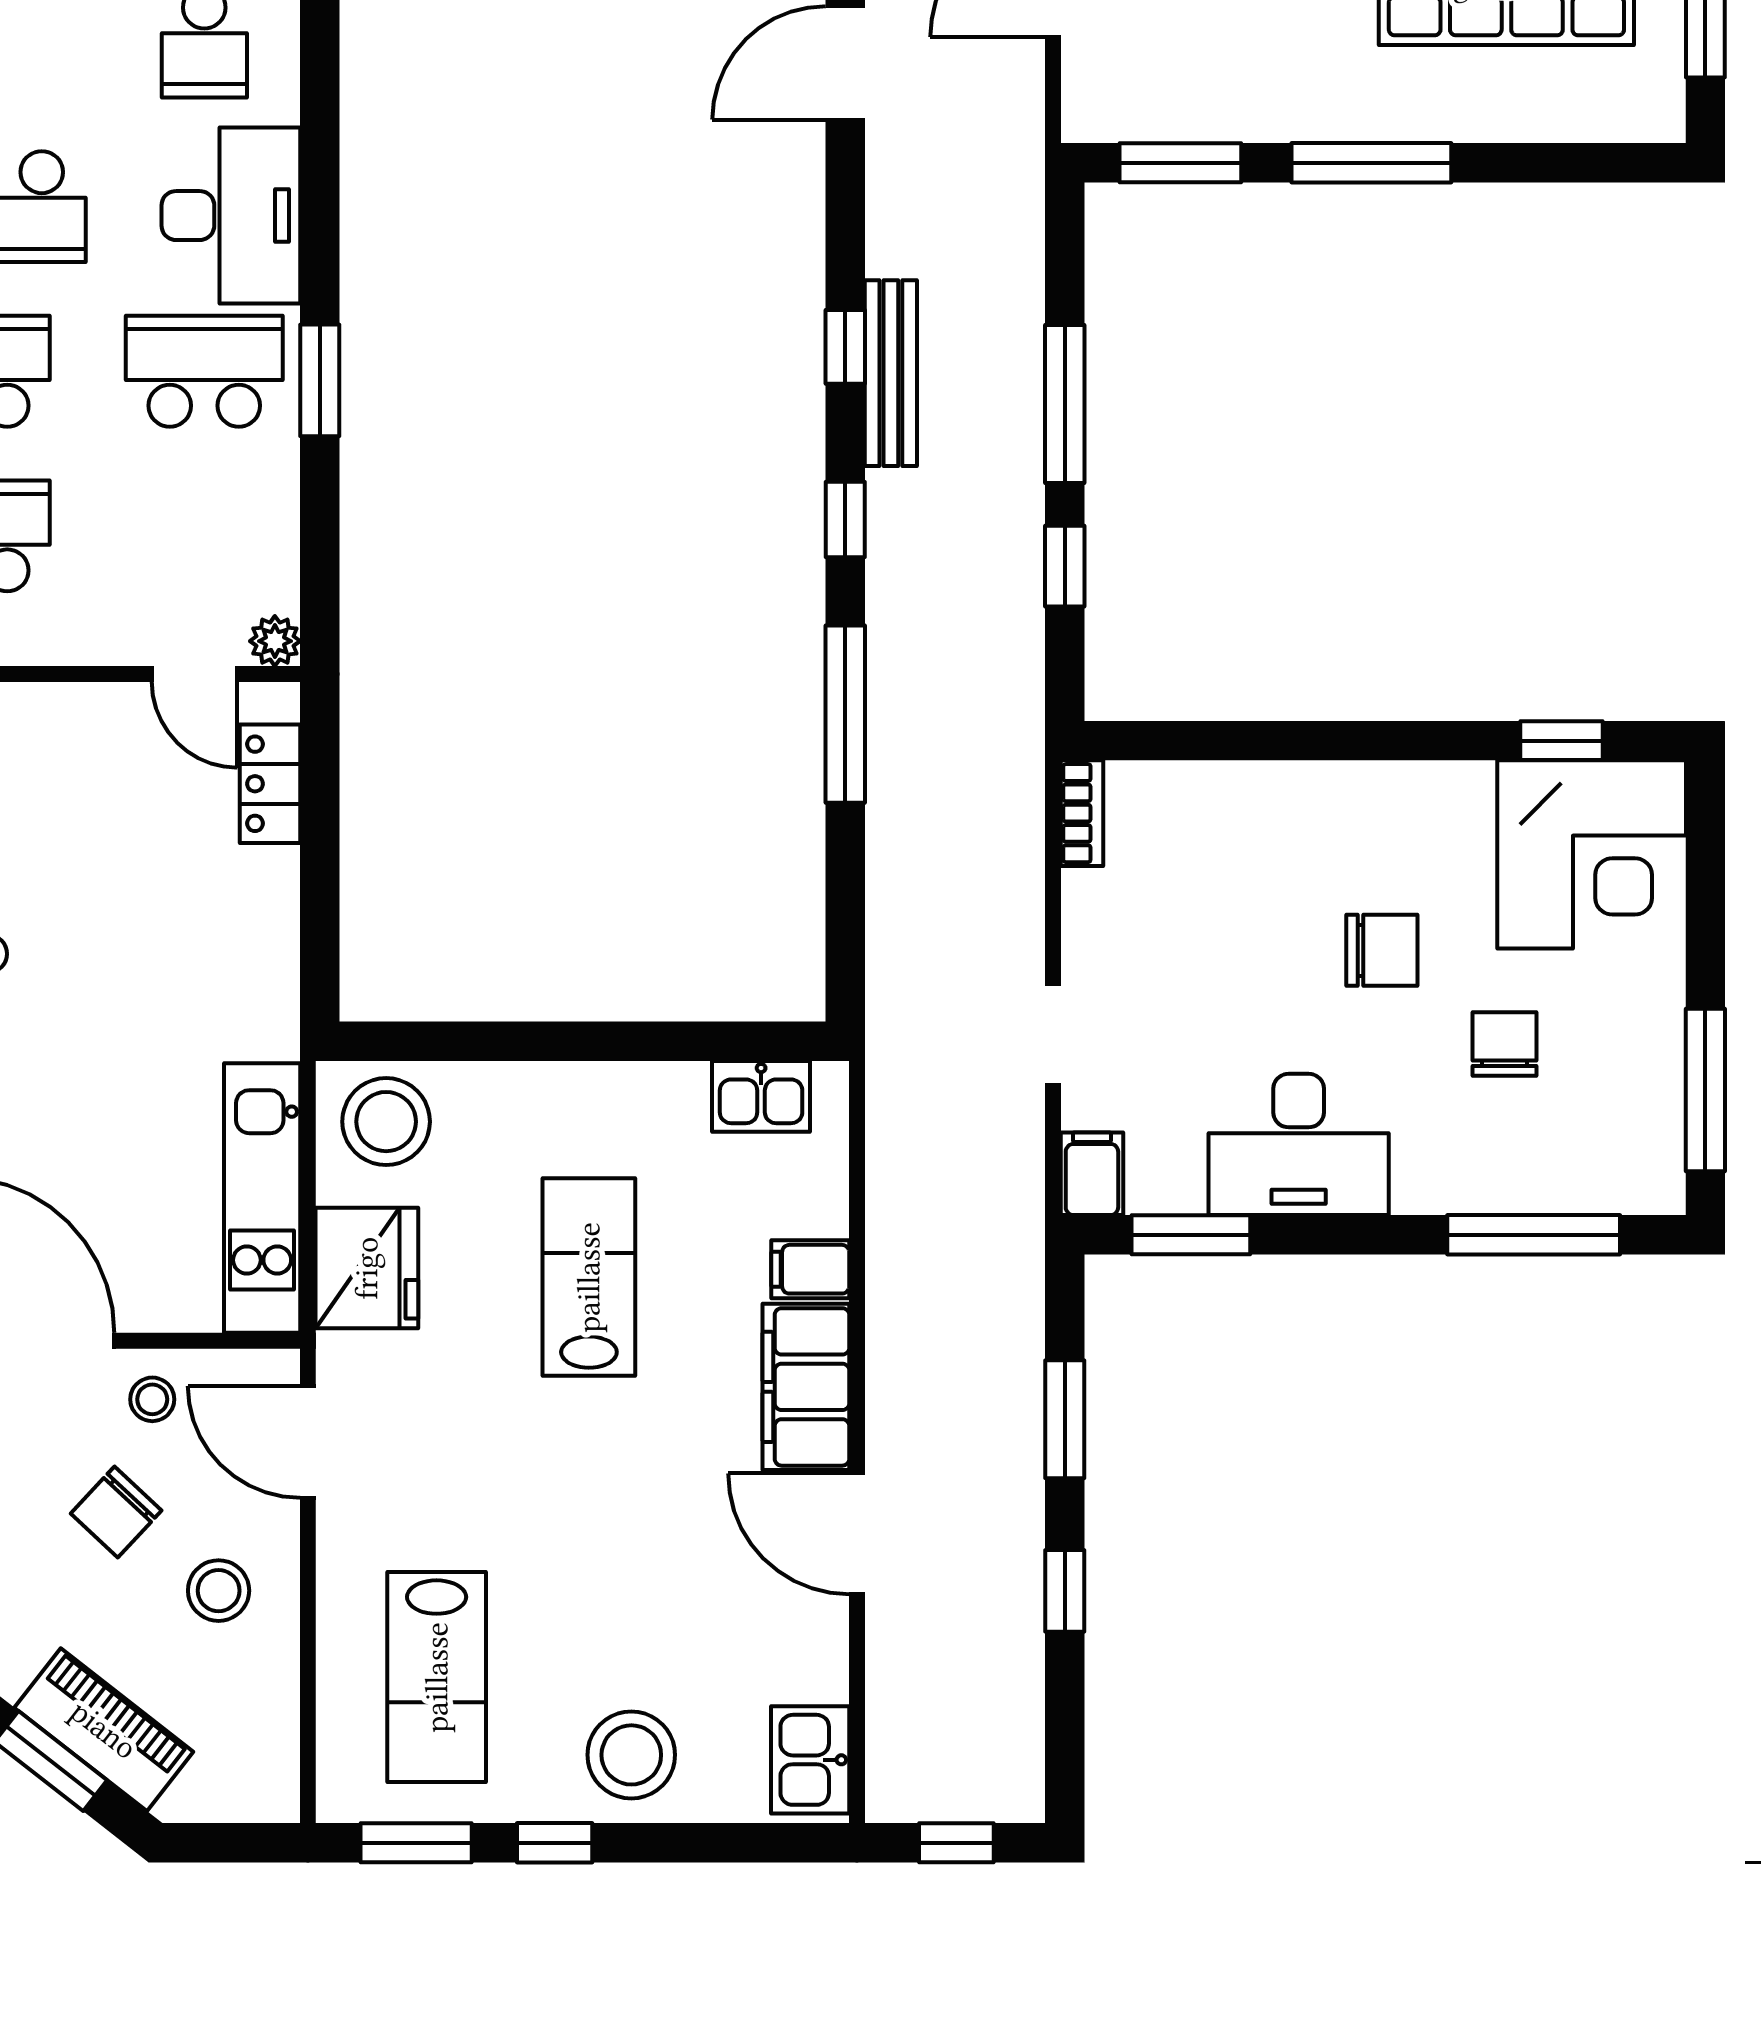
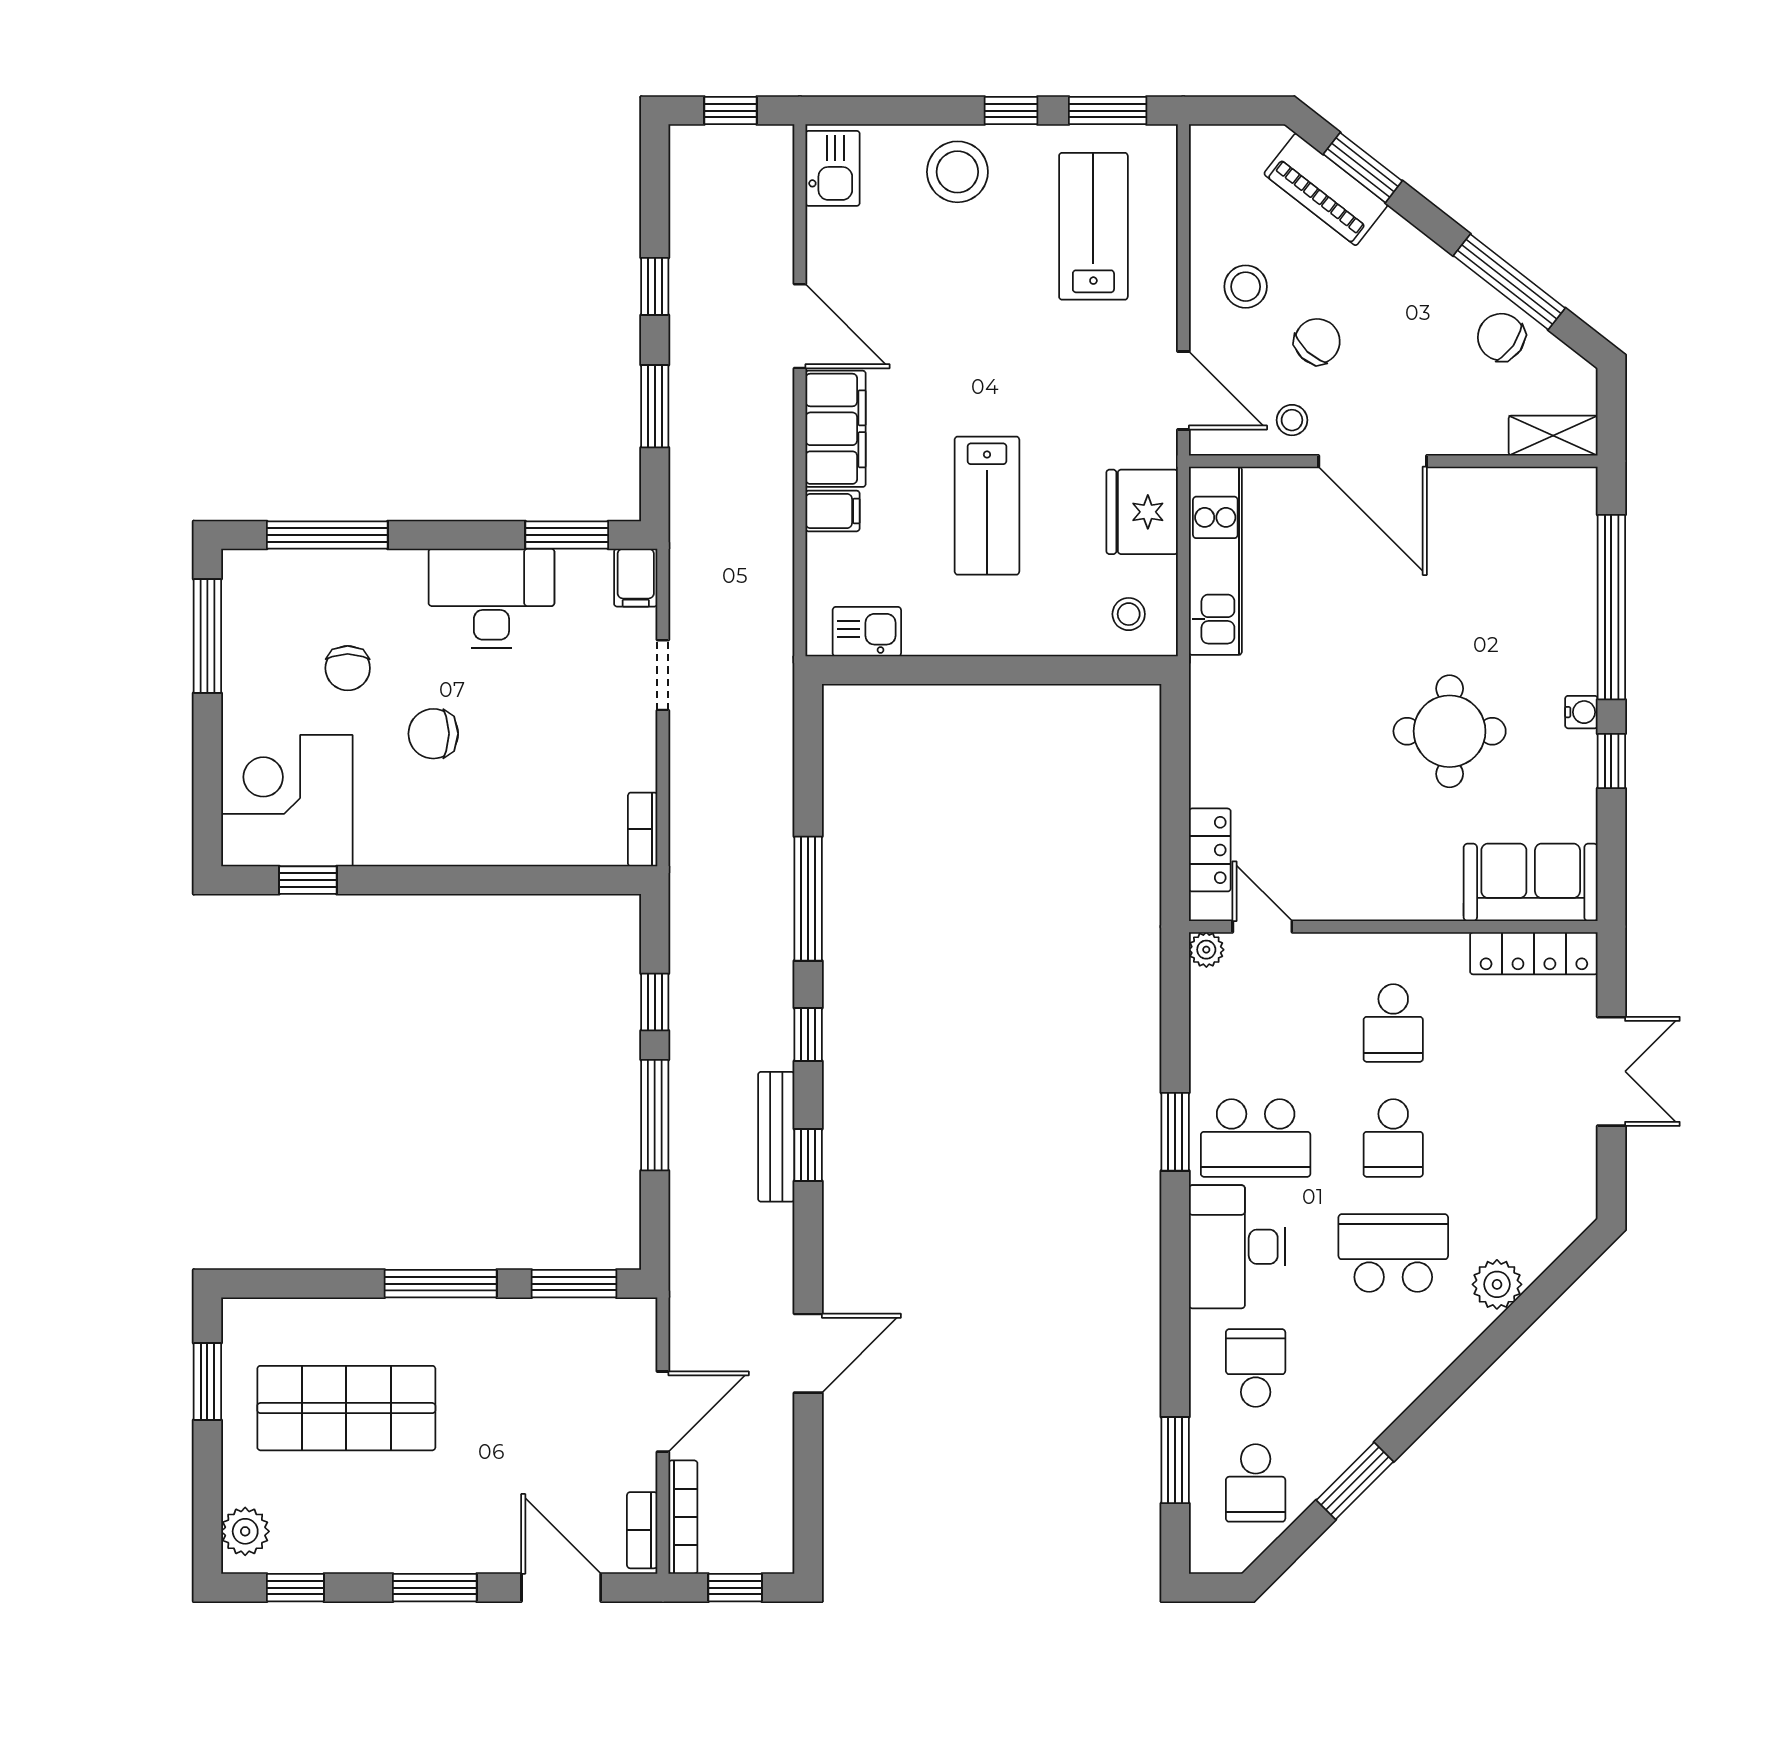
stool: (386, 1122) -> (1129, 614), width x0.53, depth x0.53

